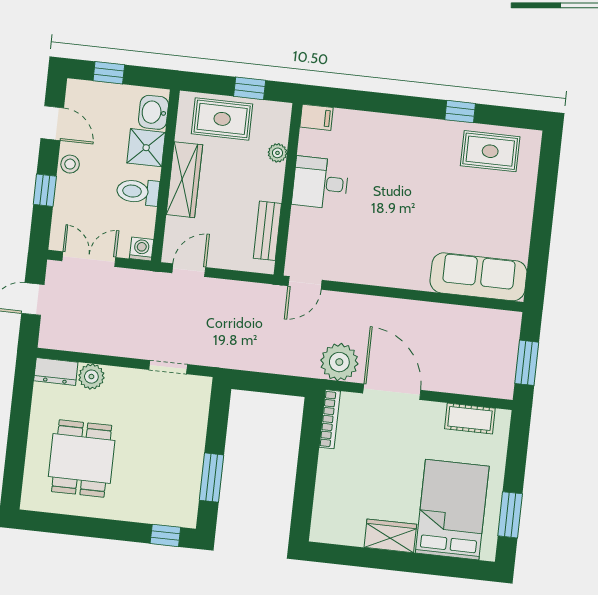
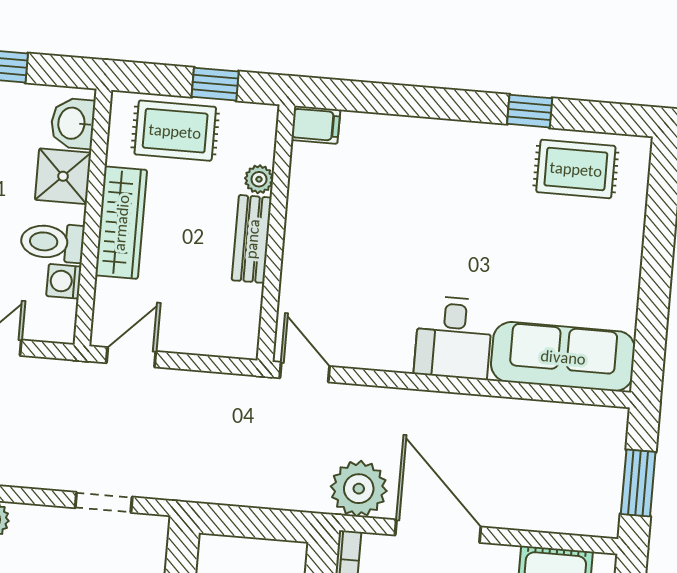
desk: (320, 183) -> (454, 338), moved, turned -90
bench: (267, 231) -> (252, 239), moved
washing machine: (141, 249) -> (64, 281), moved, turned -90
door: (305, 283) -> (305, 372), swing flipped

